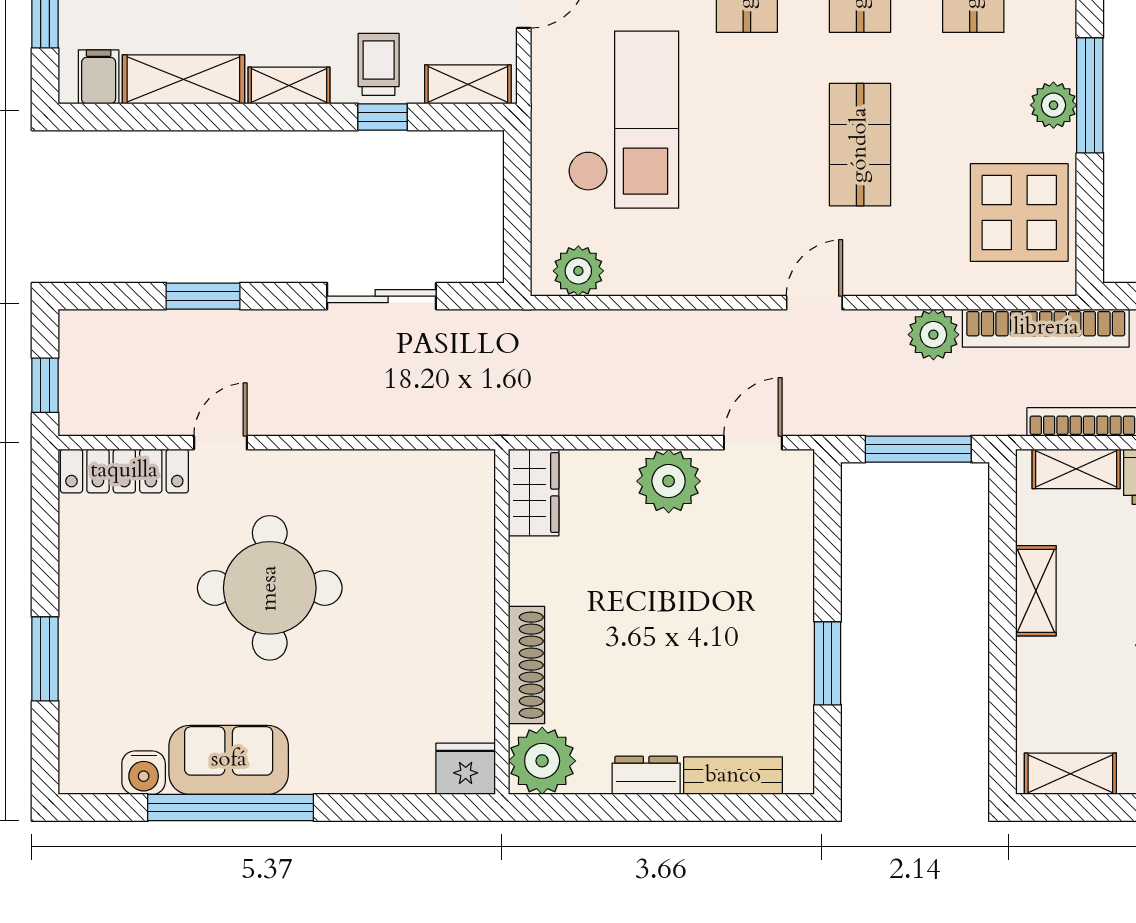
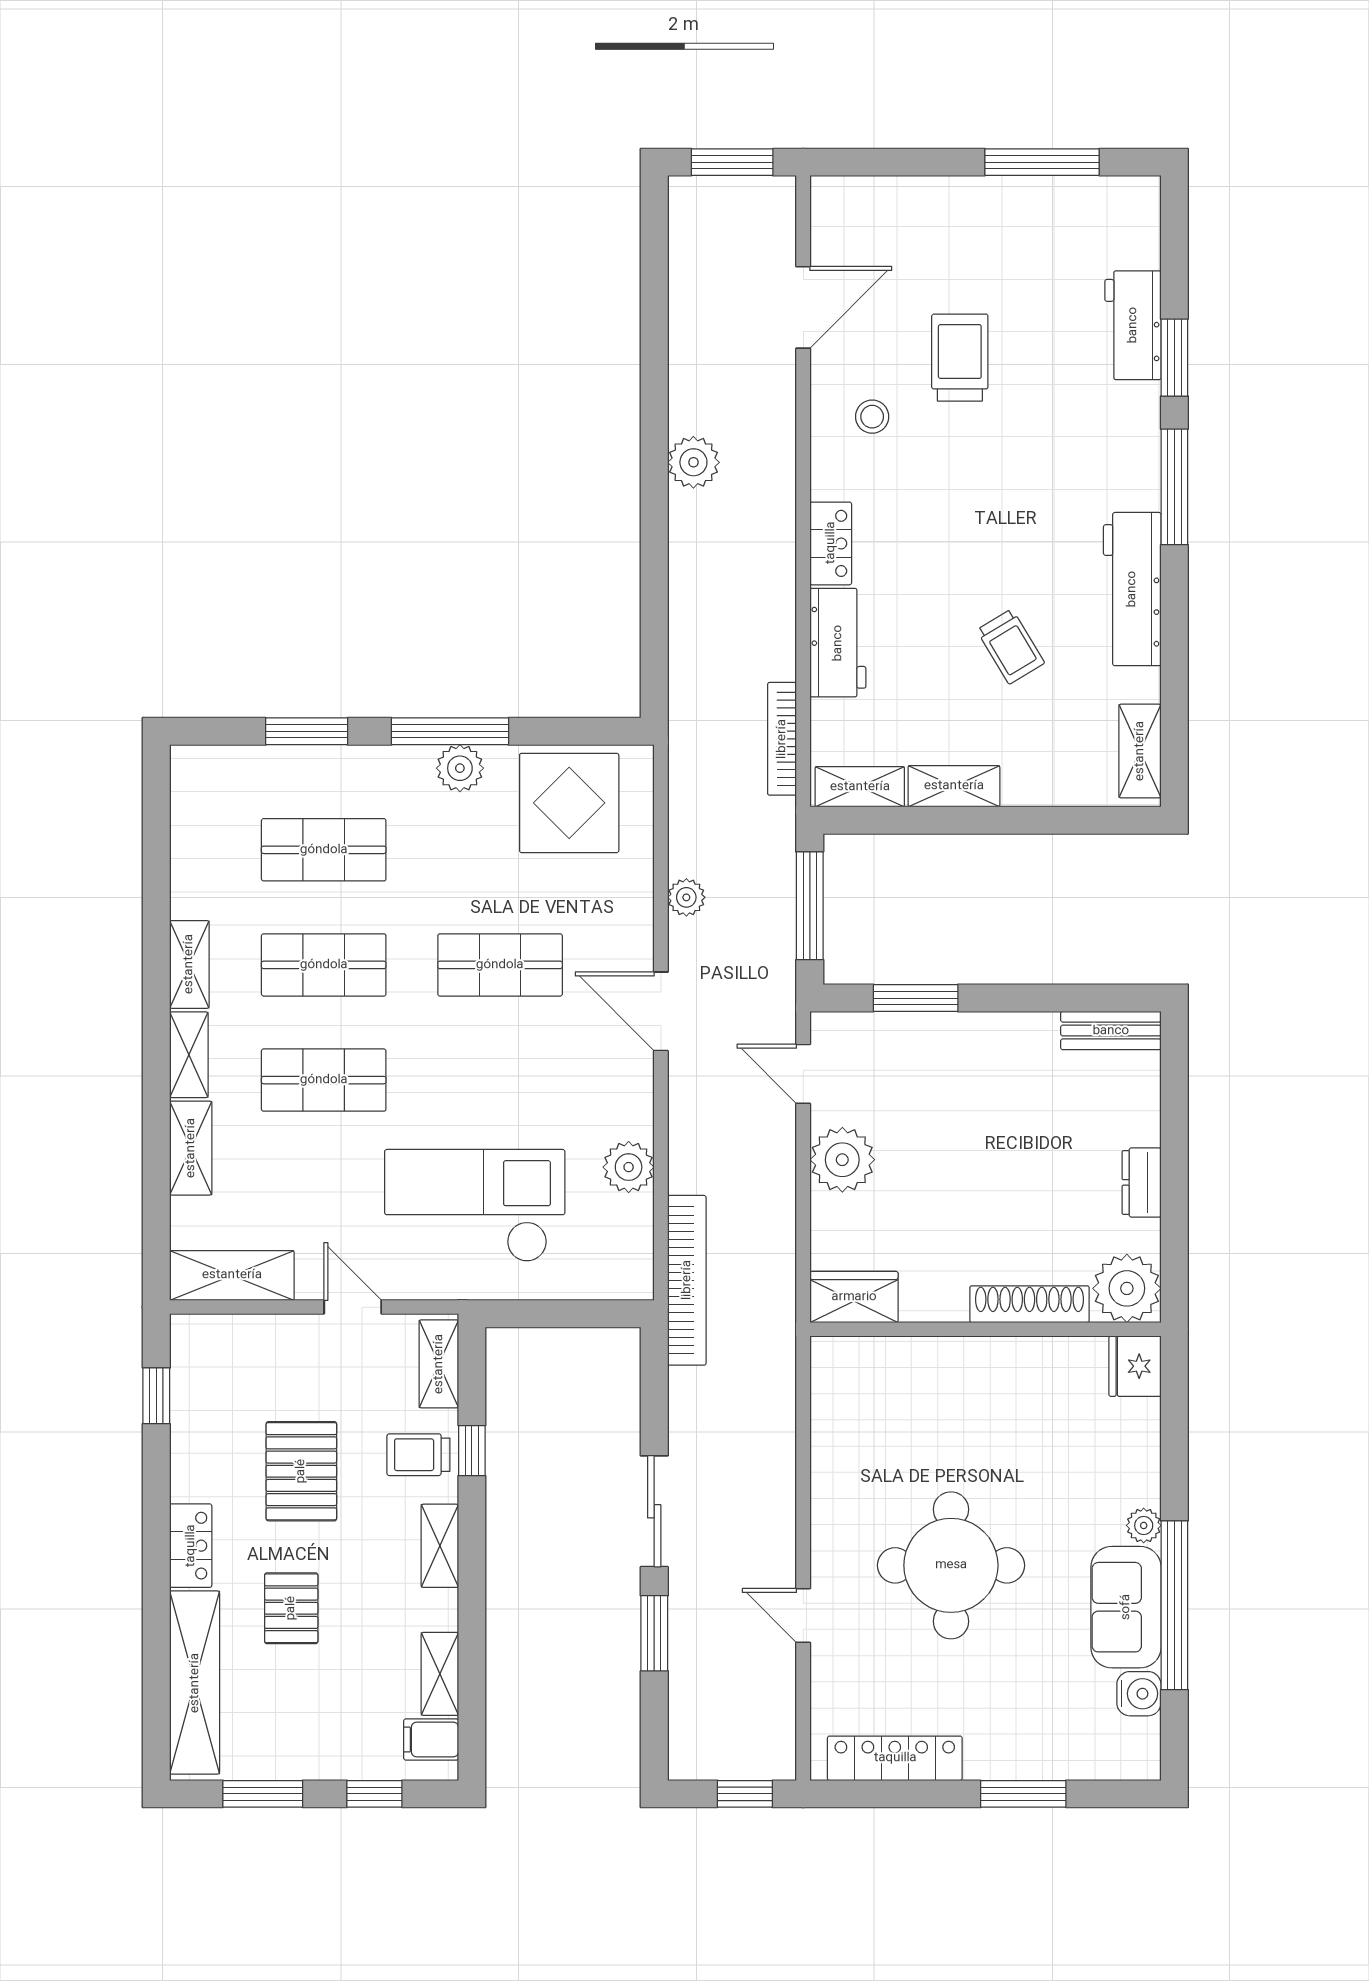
shelving: (183, 79) -> (440, 1674), width x0.67, depth x0.75
plant: (578, 271) -> (629, 1167), moved
sliding door: (382, 296) -> (654, 1511), moved
door: (814, 303) -> (661, 1011), width x1.38
bookcase: (1046, 328) -> (687, 1280), moved
plant: (933, 335) -> (686, 897), width x0.73, depth x0.73
shelving: (1076, 469) -> (860, 787), moved, turned 90
locker: (124, 471) -> (895, 1758), moved, turned -90
window: (828, 663) -> (916, 998), moved
bench: (733, 776) -> (1111, 1031), moved, turned 90
plant: (309, 777) -> (1144, 1525), added

